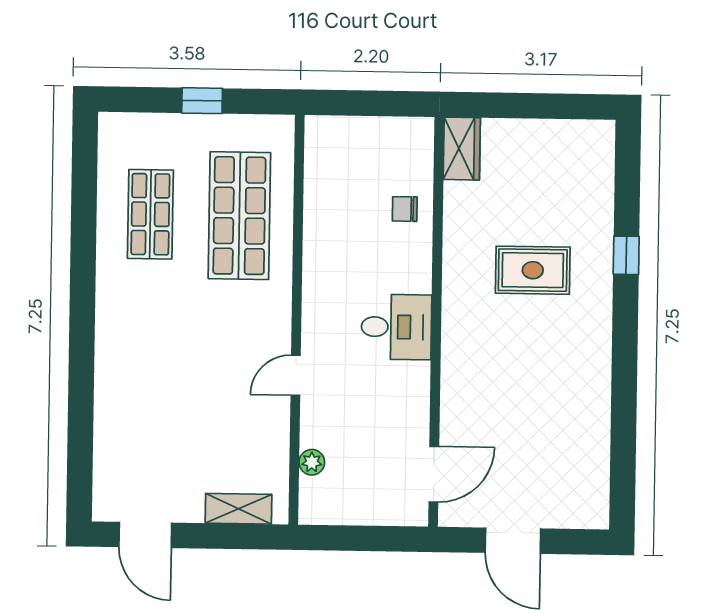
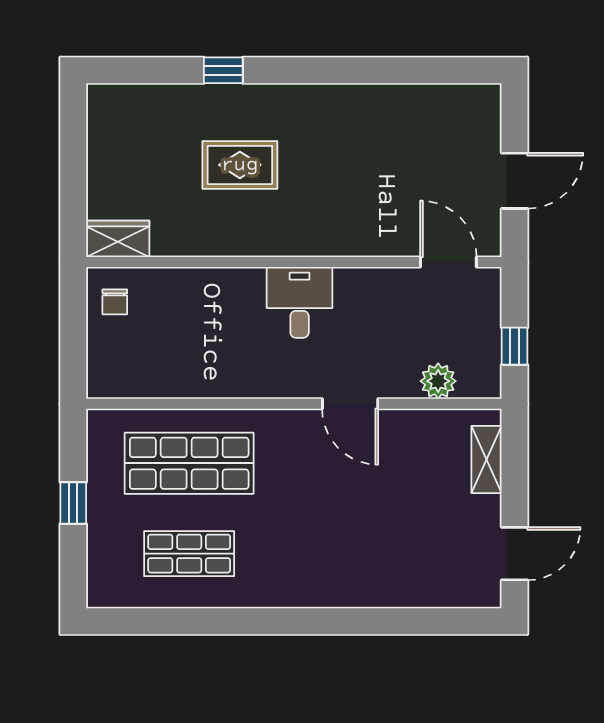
chair: (405, 209) -> (115, 302), moved
rug: (533, 270) -> (240, 165), turned 90
door: (296, 375) -> (350, 404), width x1.38
plant: (312, 462) -> (438, 381), width x1.38, depth x1.38
window: (350, 538) -> (514, 346), added

